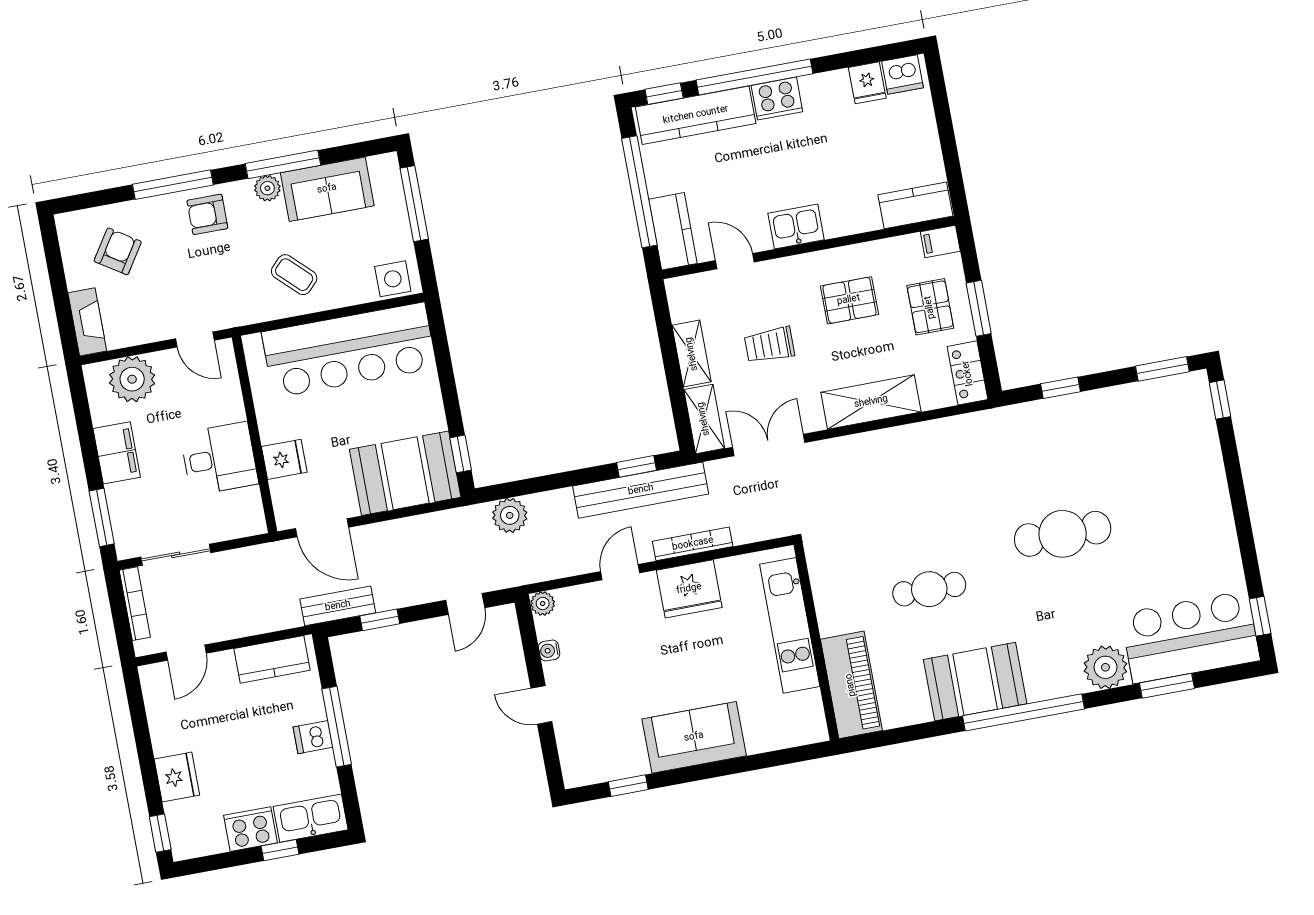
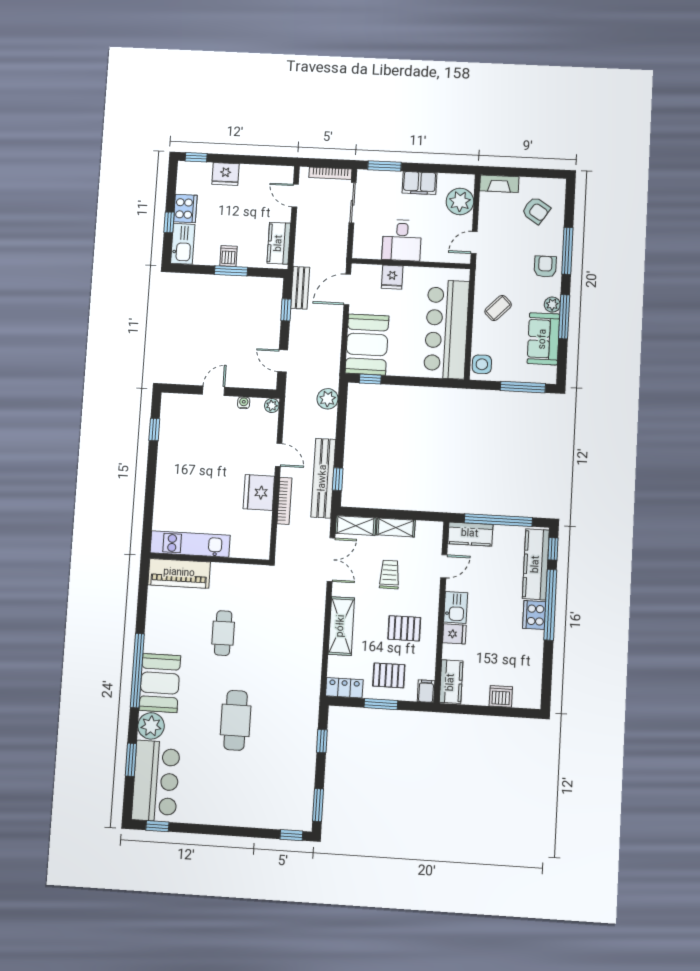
dishwasher: (902, 74) -> (501, 696), moved, turned 90
fridge: (867, 83) -> (454, 634), moved, turned 180
pallet: (849, 300) -> (404, 628), turned 90
kitchen unit: (790, 625) -> (190, 544), moved
booth: (975, 682) -> (160, 683), moved
window: (337, 727) -> (231, 271), width x0.69
sofa: (694, 737) -> (172, 474), removed

